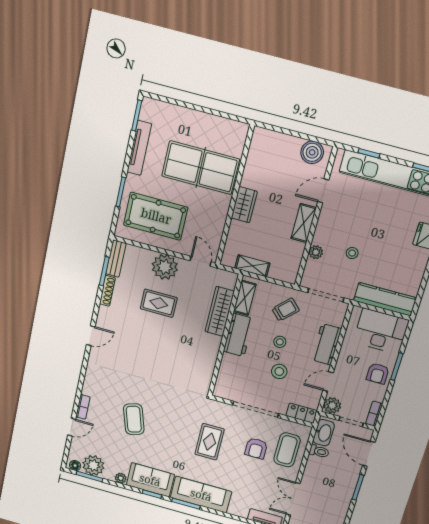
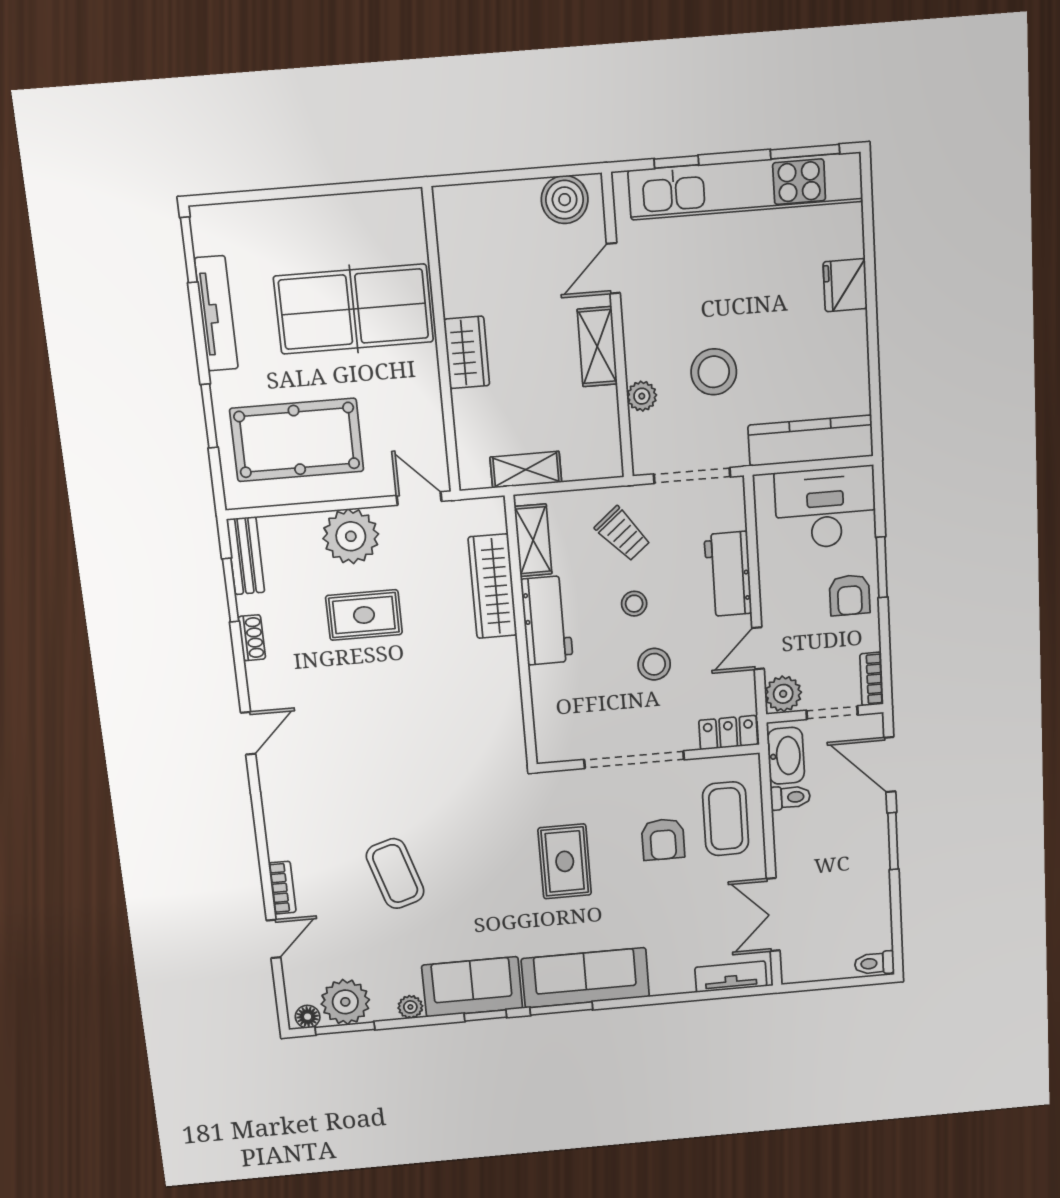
stool: (352, 253) -> (714, 372), width x1.89, depth x1.89
shoe rack: (107, 291) -> (252, 638), width x0.70
trolley: (286, 310) -> (623, 534), turned 95

